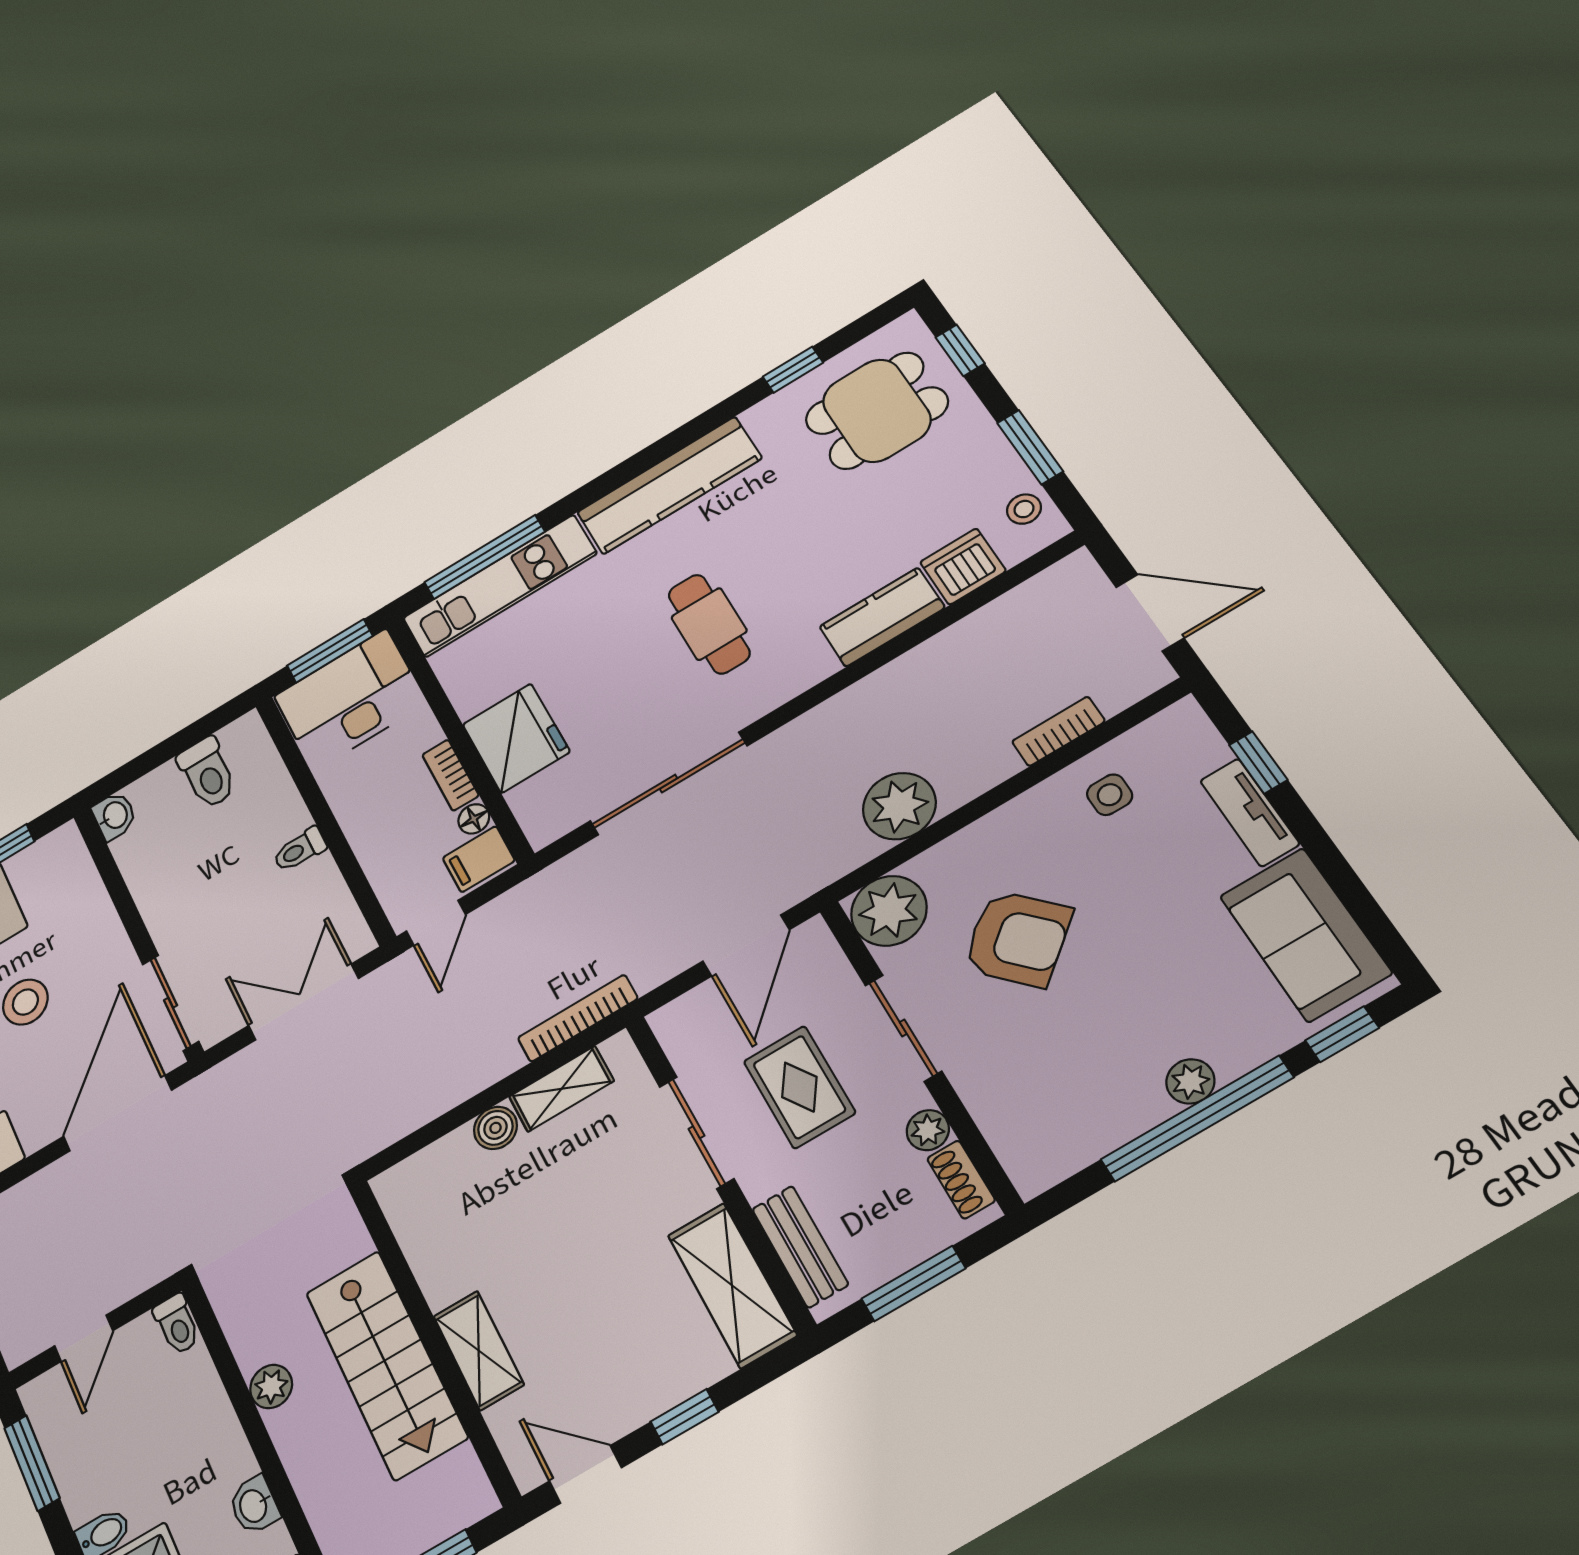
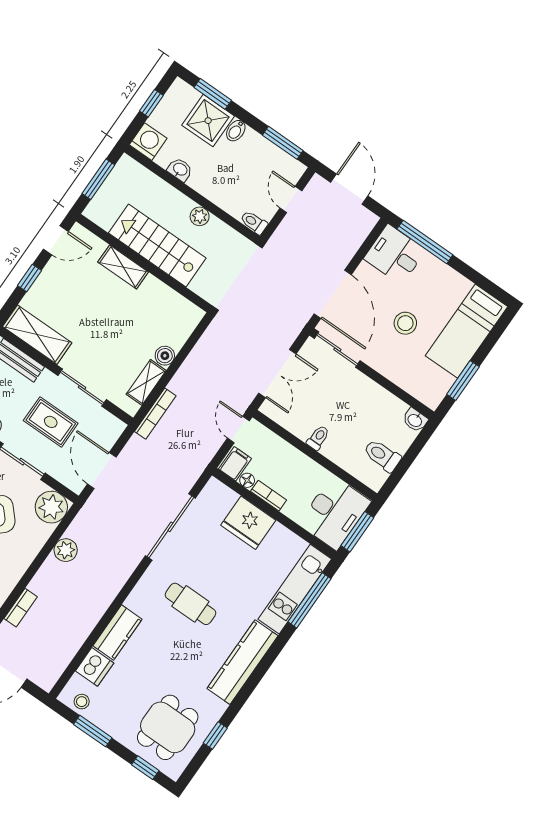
plant: (899, 806) -> (66, 550), width x0.73, depth x0.73

